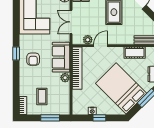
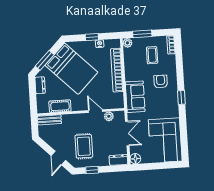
door: (100, 46) -> (95, 111), swing flipped
armchair: (33, 59) -> (161, 82), moved
bookcase: (77, 68) -> (117, 70), moved
plant: (65, 78) -> (128, 43), moved

